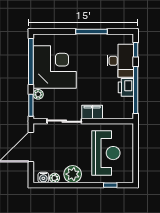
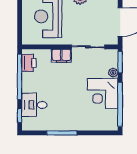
desk: (120, 61) -> (34, 105), width x0.73
corner desk: (55, 67) -> (103, 93), width x0.74, depth x0.74
printer: (126, 87) -> (29, 63), moved

